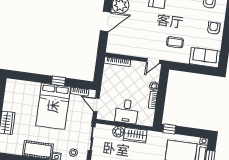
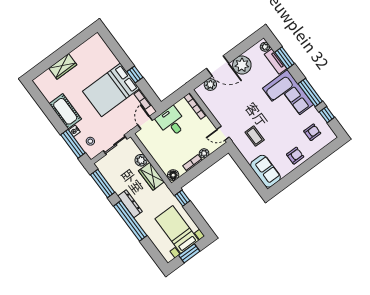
plant: (113, 38) -> (210, 85), added
desk: (127, 111) -> (171, 122), moved, turned 90
floor lamp: (148, 120) -> (173, 175), added

